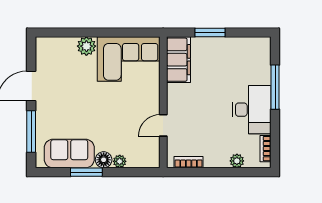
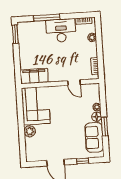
window: (210, 32) -> (15, 34), moved
window: (31, 132) -> (83, 161), width x0.46

